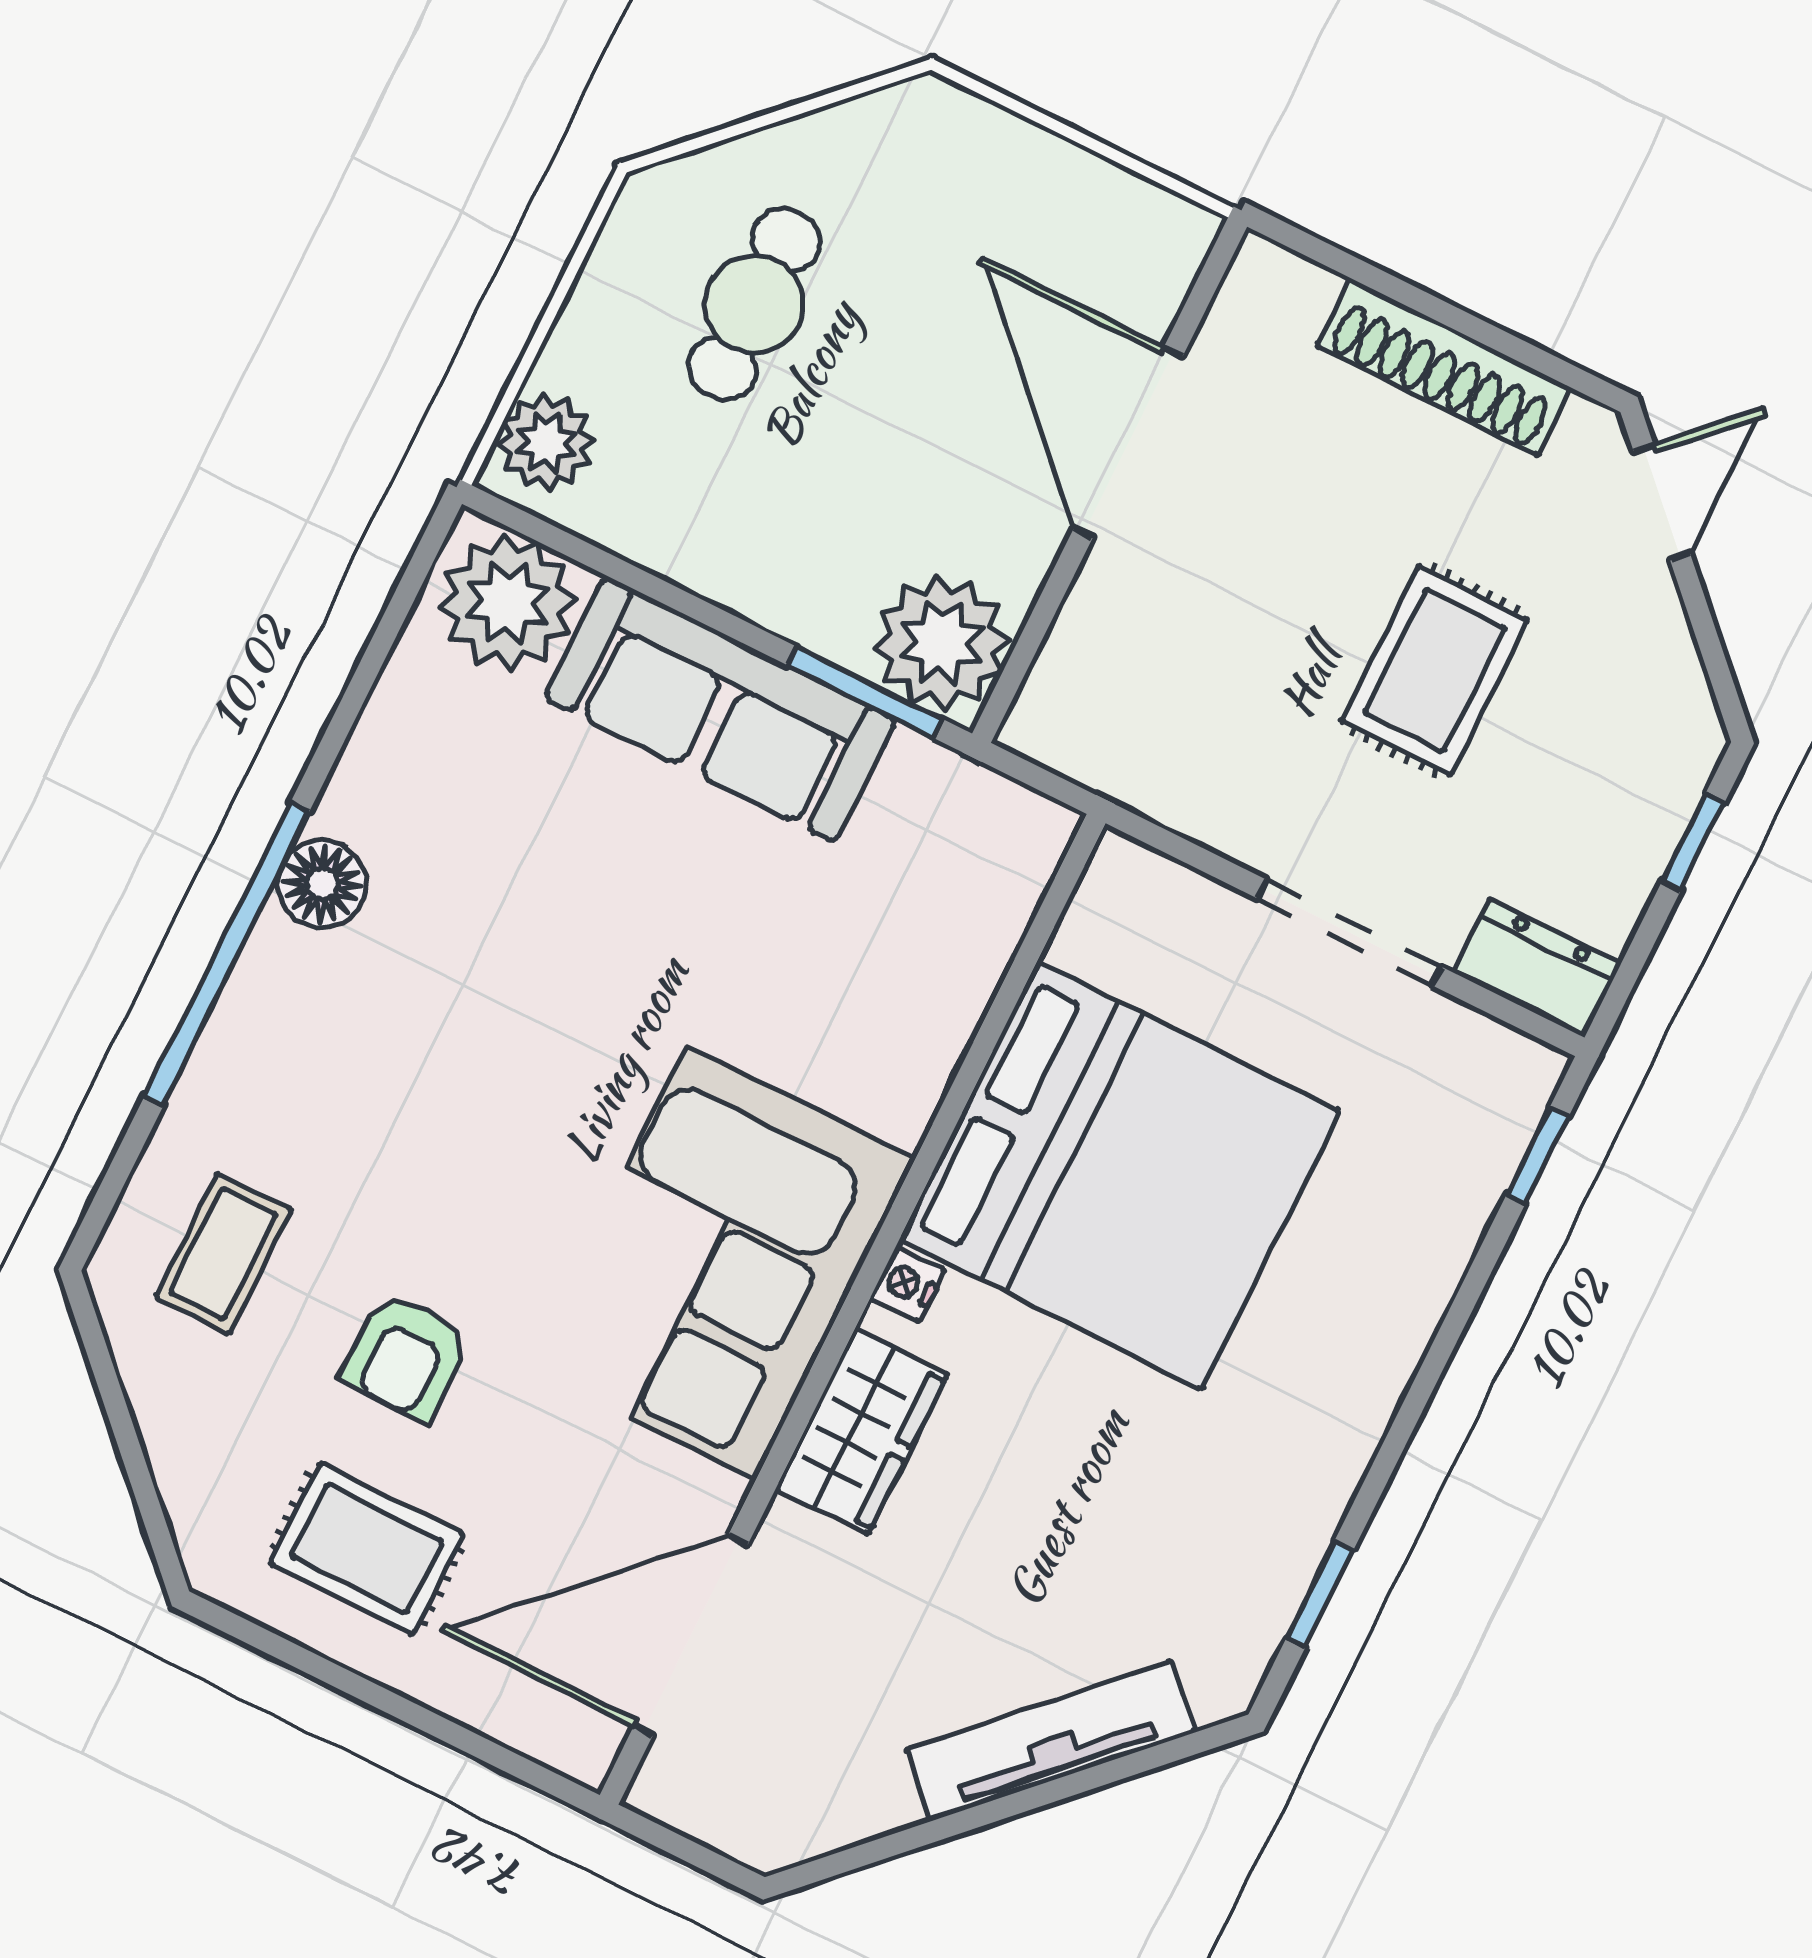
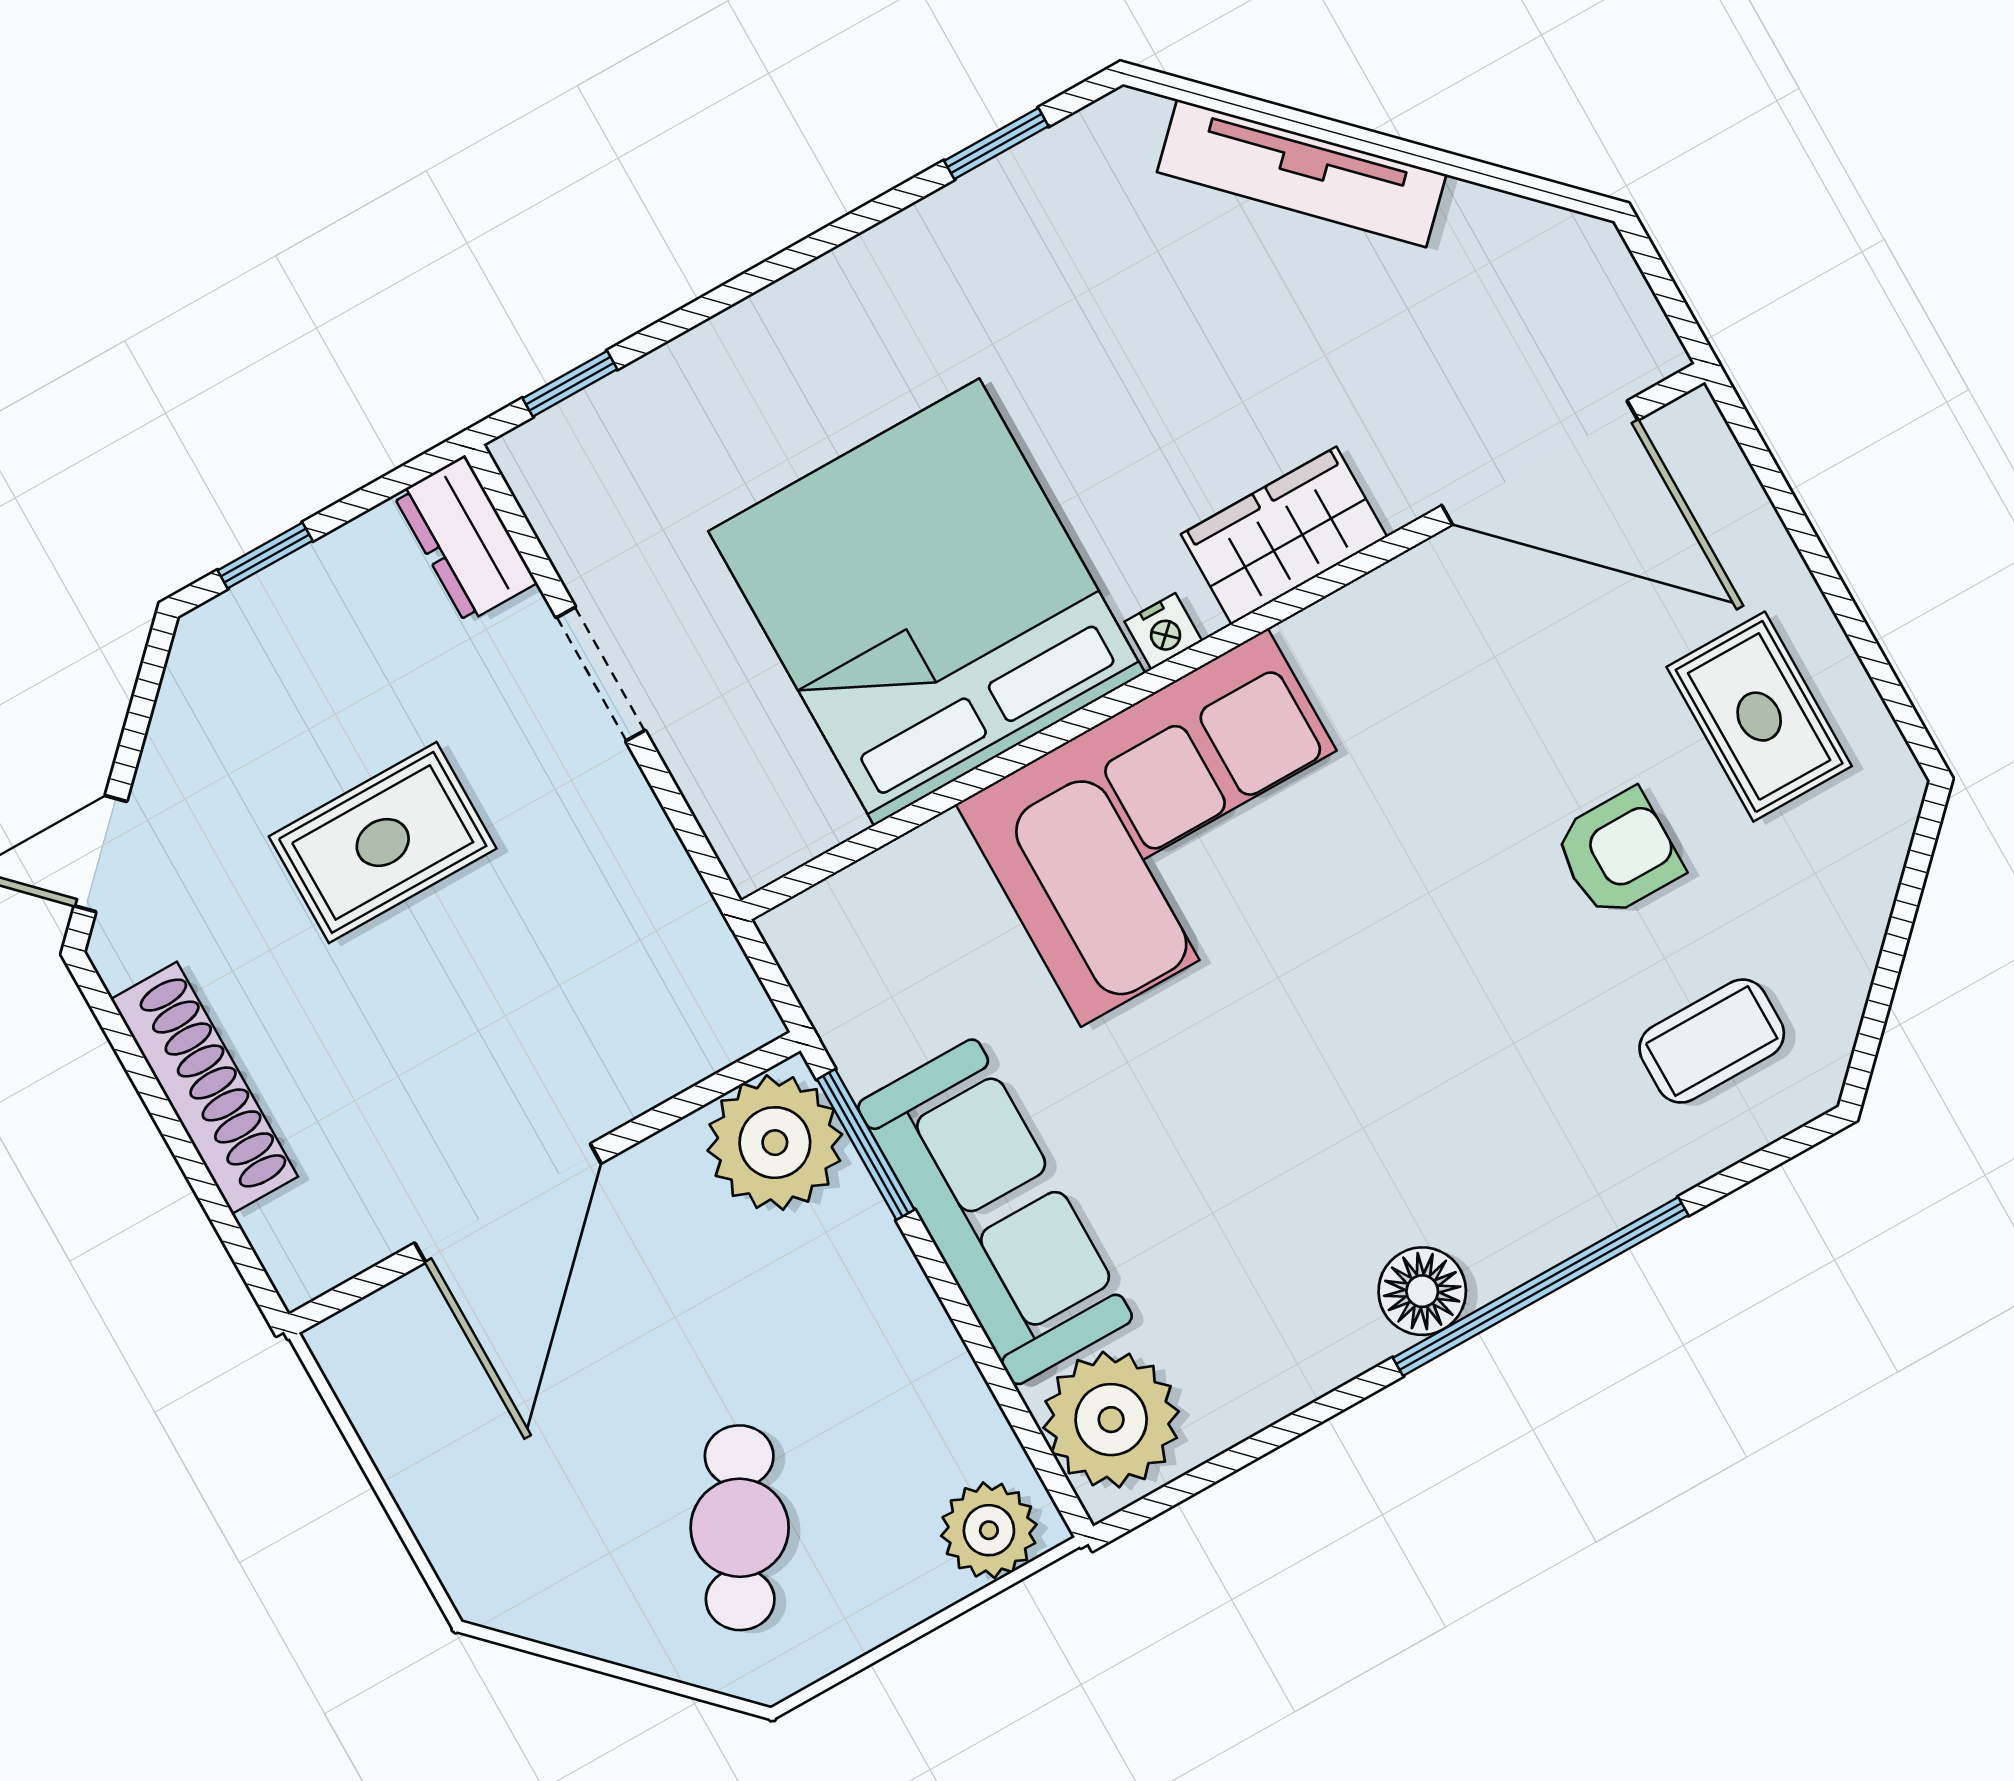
cafe table: (754, 304) -> (740, 1528), turned -61
doorway: (1349, 932) -> (601, 674), width x0.73
corner sofa: (721, 1262) -> (1174, 828), moved

